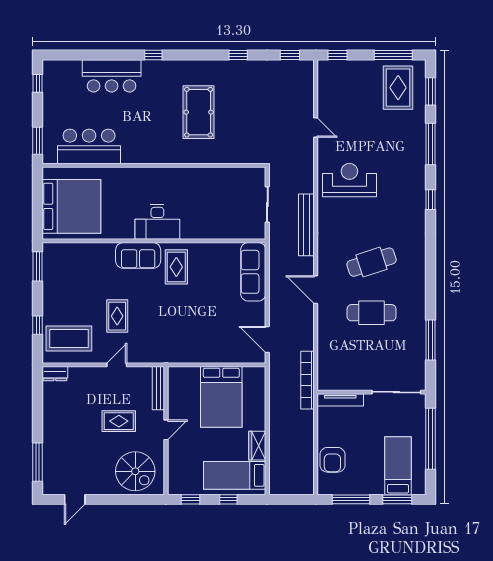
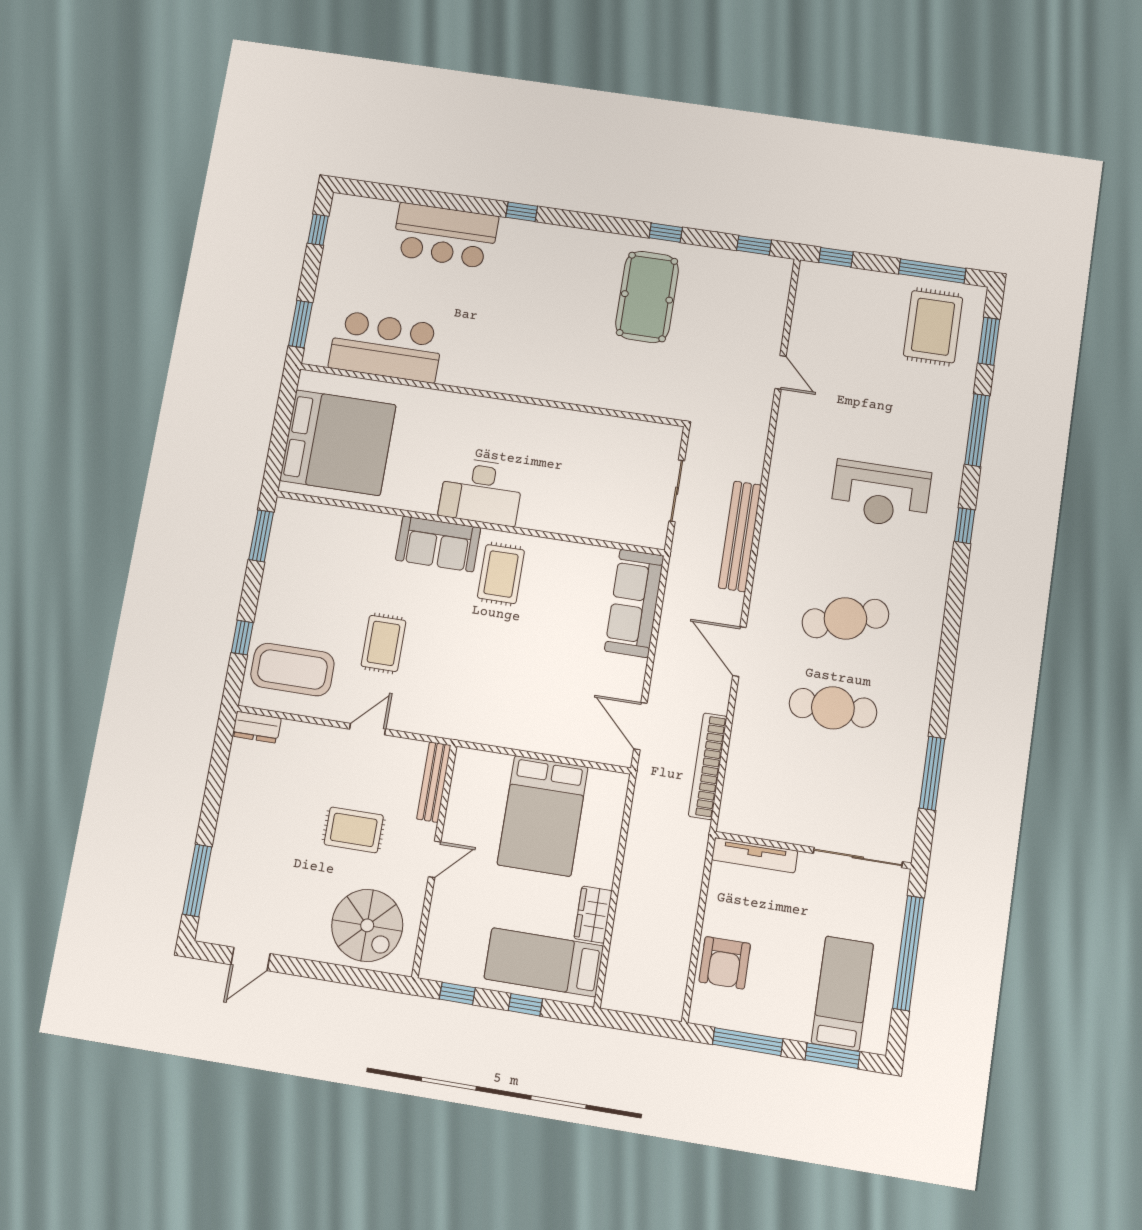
pool table: (199, 112) -> (647, 297), moved
reception desk: (349, 180) -> (881, 494), moved, turned 180
bookcase: (308, 380) -> (708, 766), moved

